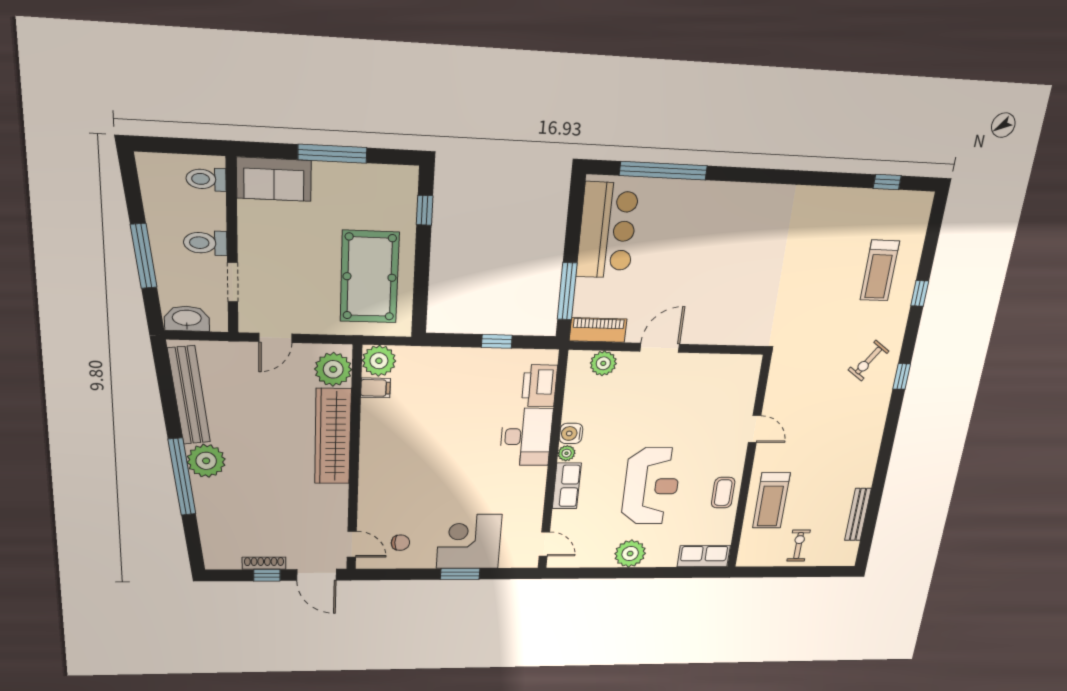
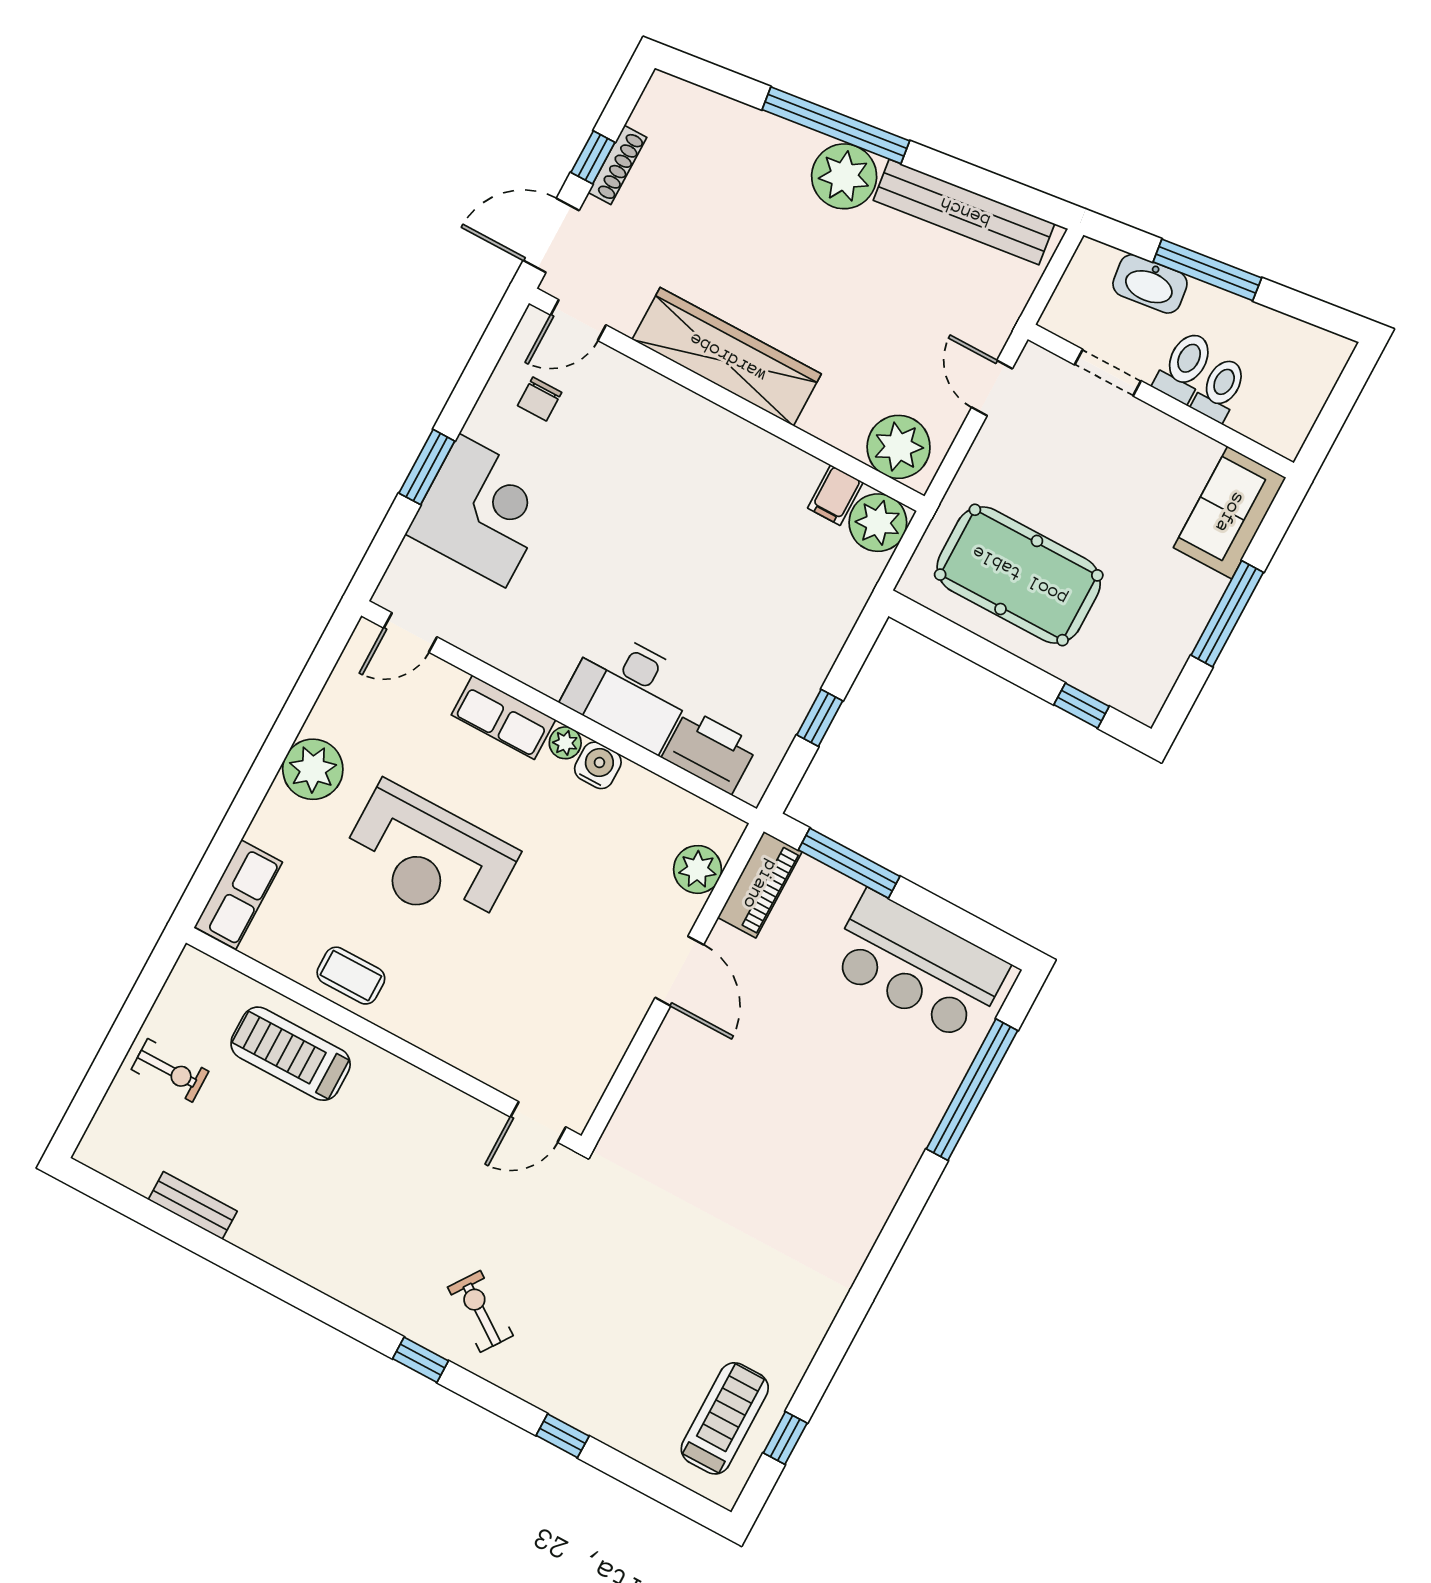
toilet: (206, 179) -> (1220, 389), moved
treadmill: (880, 271) -> (725, 1418), moved, turned 90
washbasin: (187, 319) -> (1150, 284), moved, turned 83
door: (755, 429) -> (538, 1122), moved
wardrobe: (333, 436) -> (727, 357), moved
bench: (858, 515) -> (193, 1205), width x0.73

